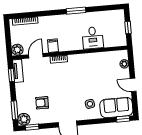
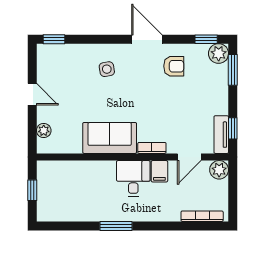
desk: (93, 38) -> (133, 178), moved
armchair: (42, 103) -> (174, 66), moved
sofa: (116, 108) -> (110, 138), moved, turned 180

